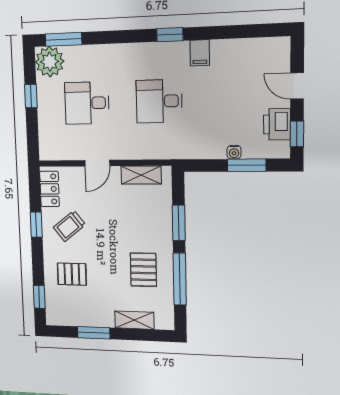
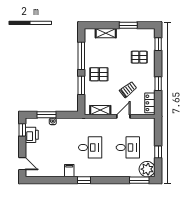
door: (297, 86) -> (22, 164), moved
trolley: (69, 226) -> (128, 90), moved
pallet: (143, 270) -> (99, 74), moved, turned 90

